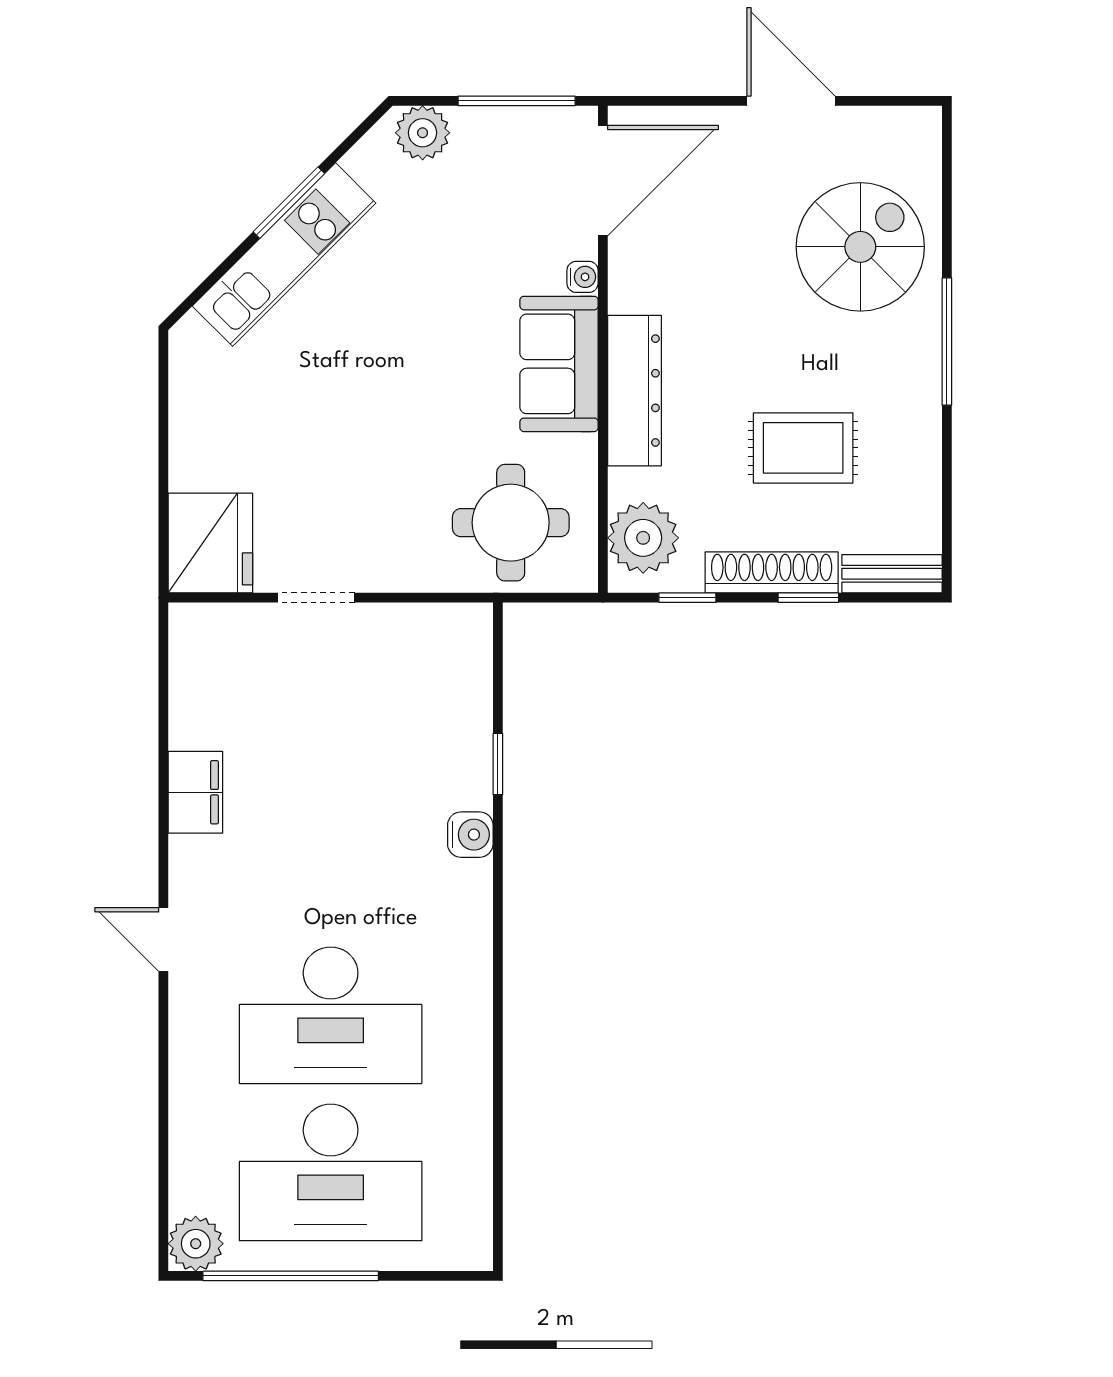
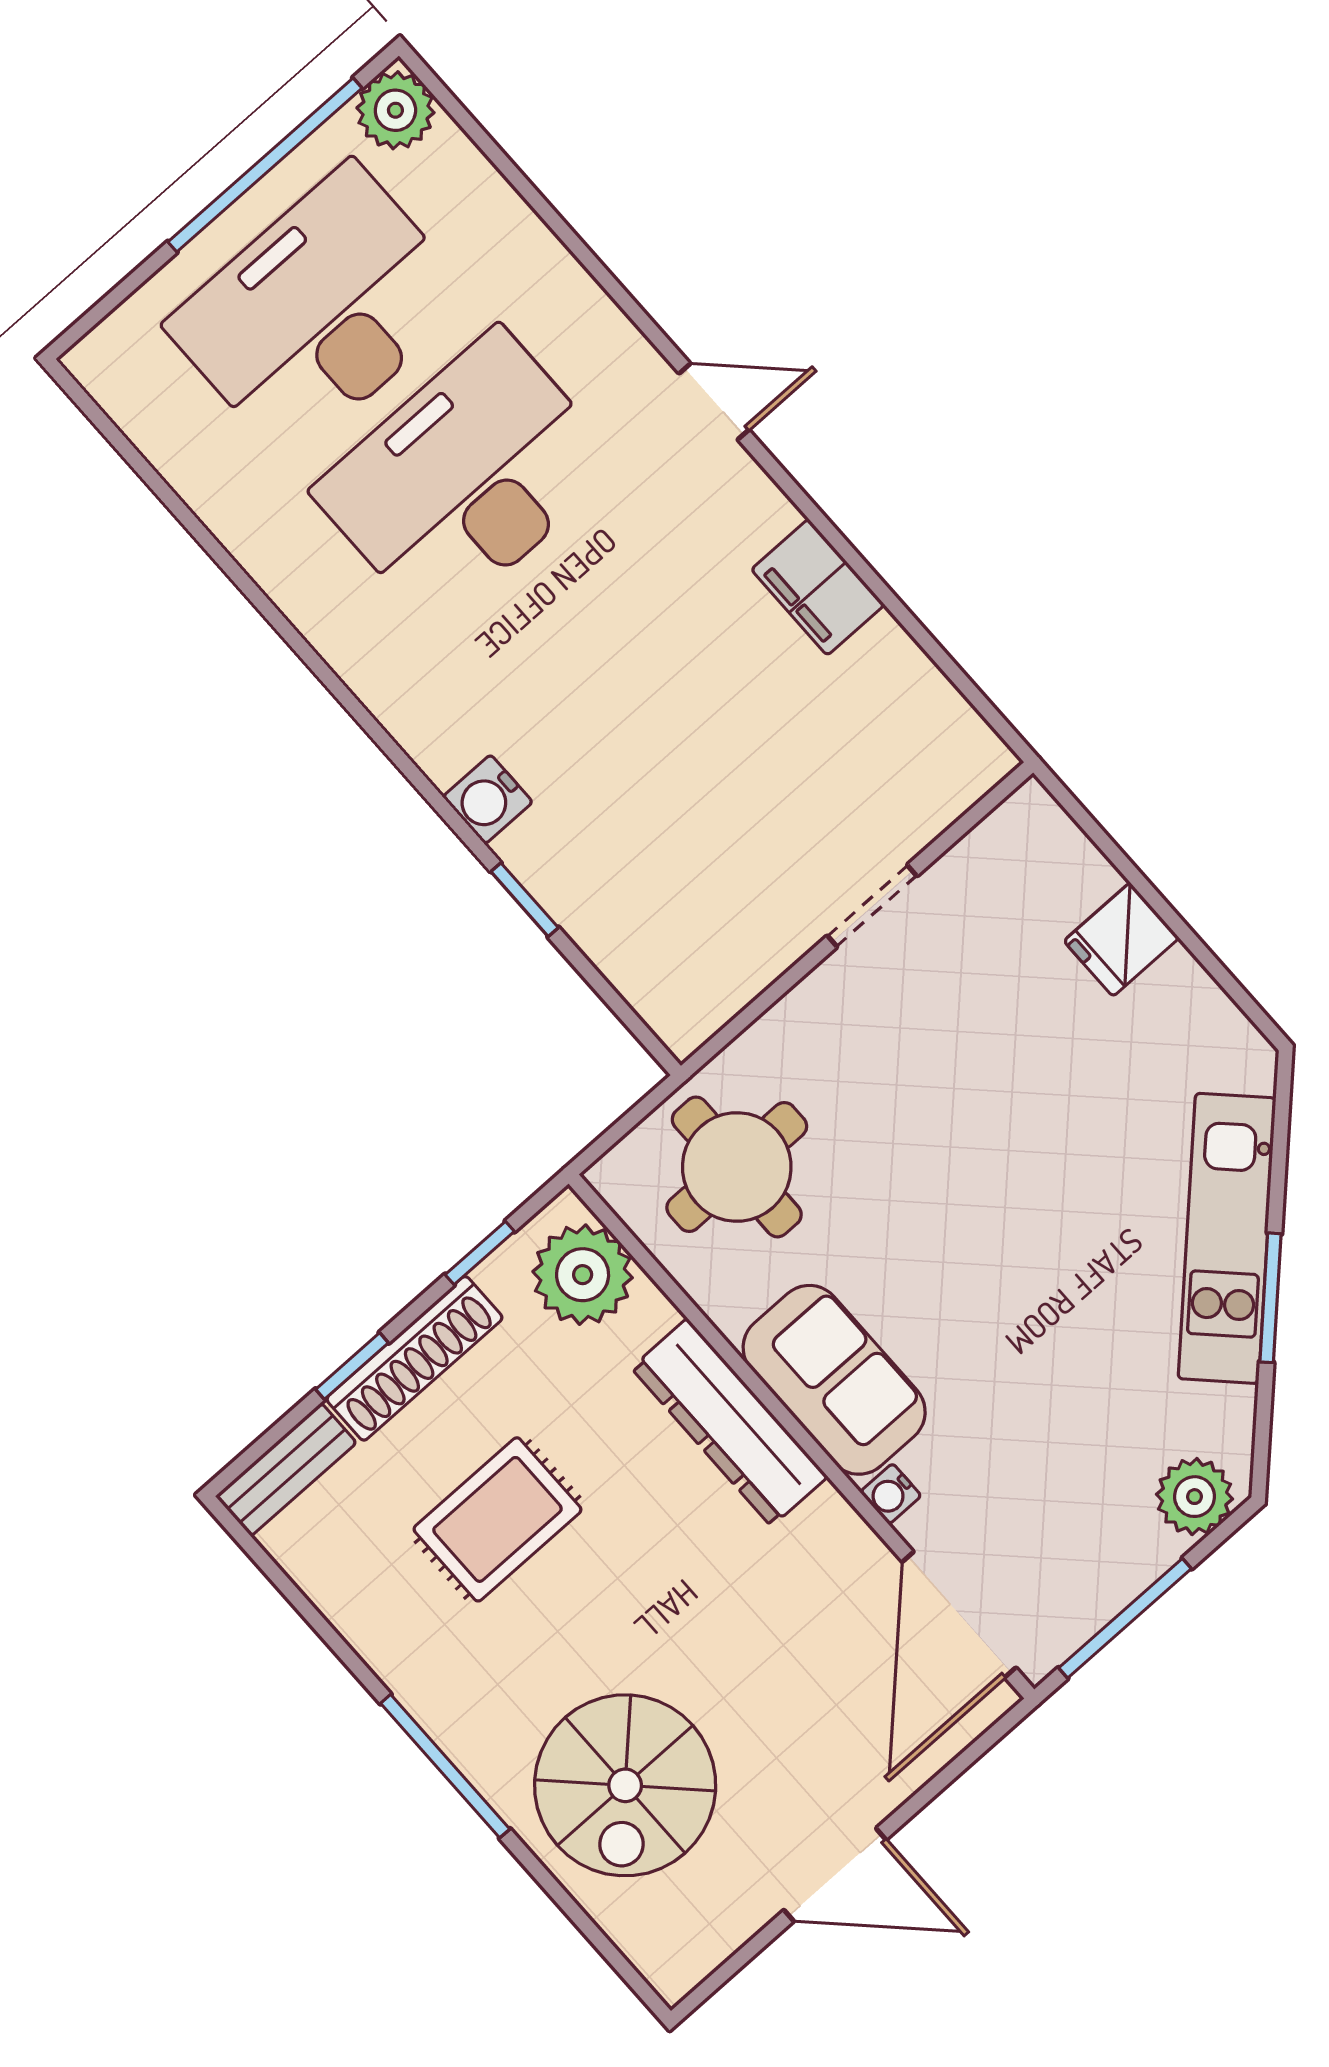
fridge: (210, 543) -> (1121, 939), moved, width x0.53, depth x0.75

